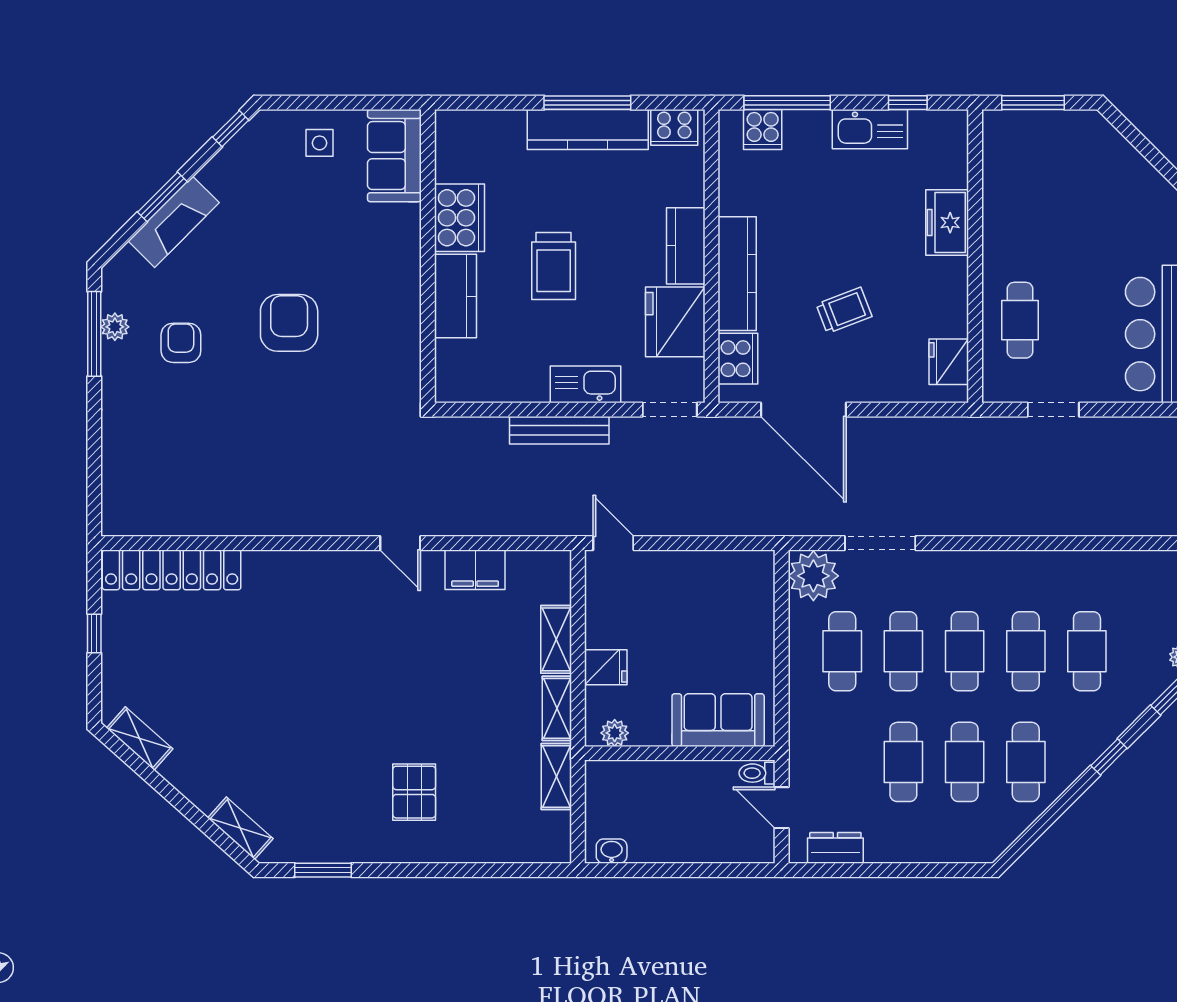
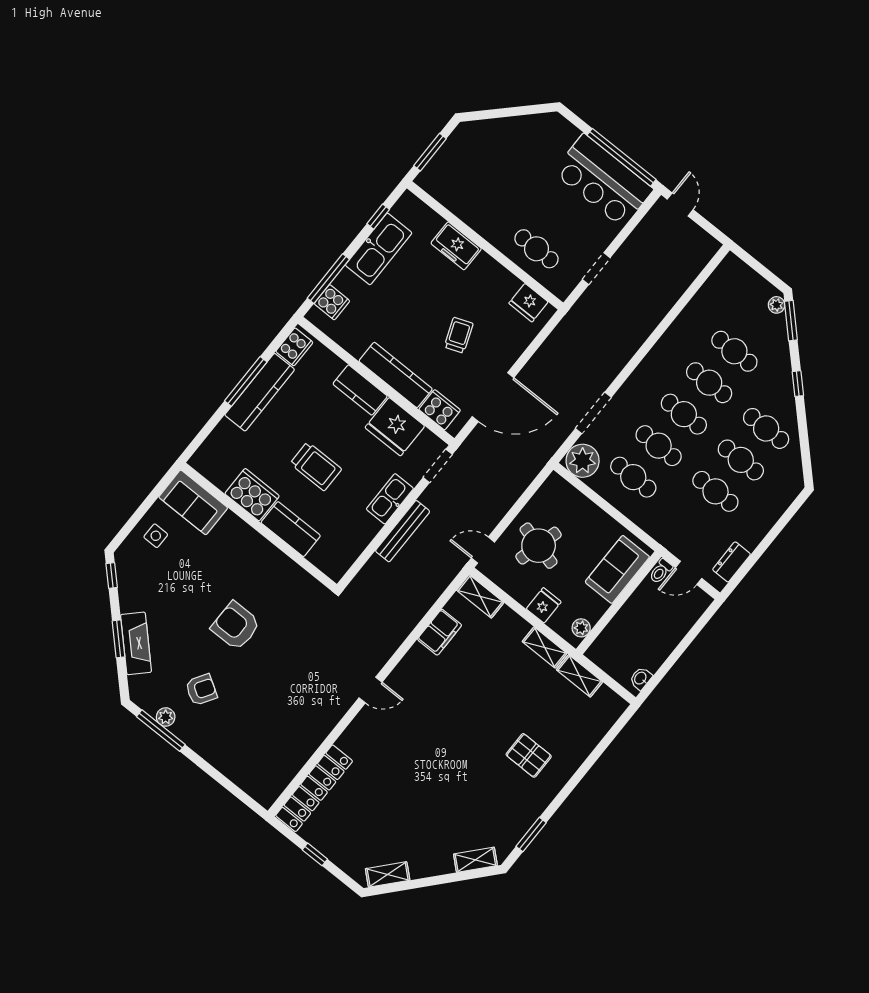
kitchen sink: (870, 129) -> (379, 249), width x1.36, depth x1.24
armchair: (181, 343) -> (201, 690), turned 122
door: (400, 543) -> (370, 690), moved
round table: (671, 604) -> (539, 546), added
shelving: (556, 639) -> (480, 596), moved

